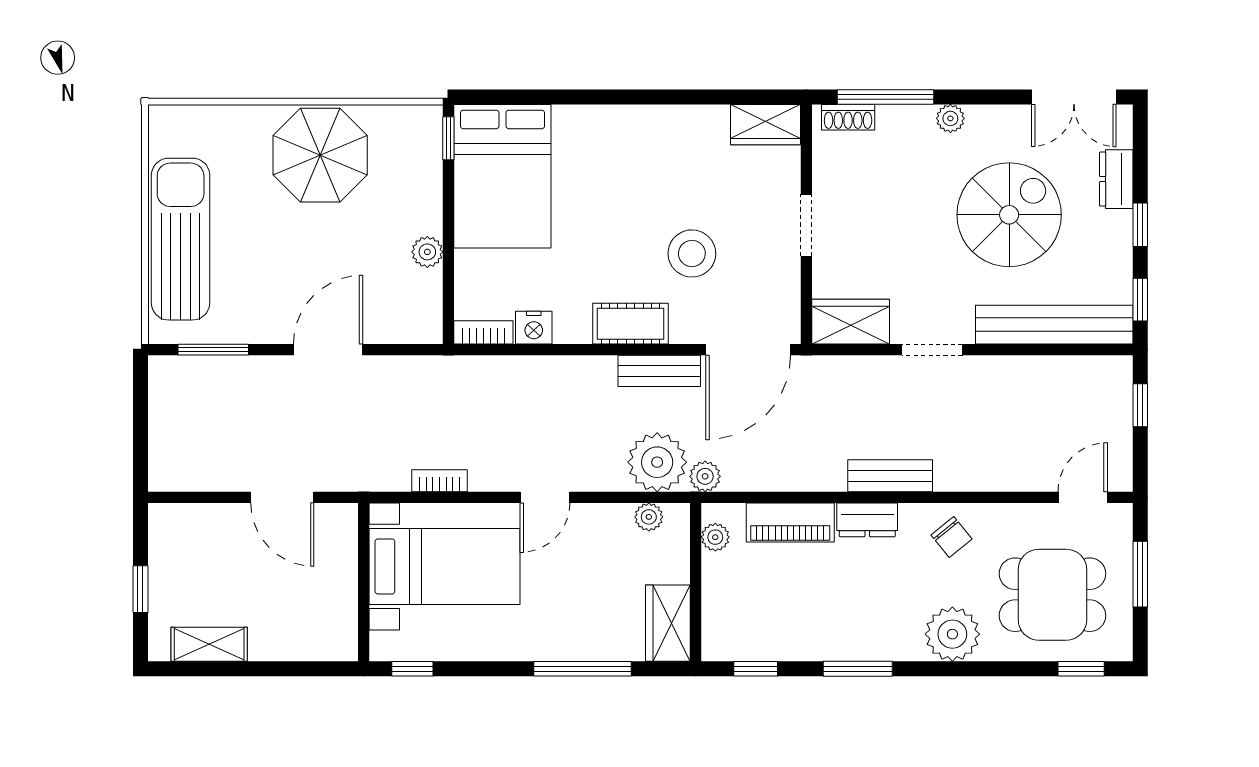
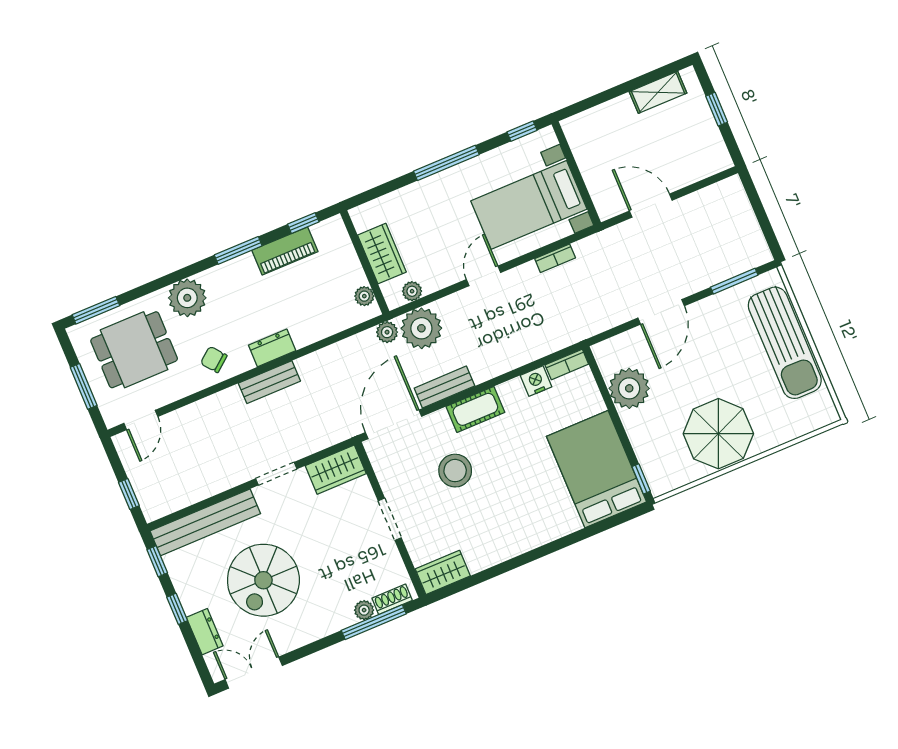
plant: (950, 118) -> (364, 610), moved
plant: (427, 252) -> (629, 388), width x1.87, depth x1.87
piano: (790, 522) -> (285, 251), moved, turned 180
wardrobe: (668, 623) -> (382, 254), moved
window: (582, 669) -> (446, 163), moved
window: (1081, 669) -> (96, 310), width x1.50

